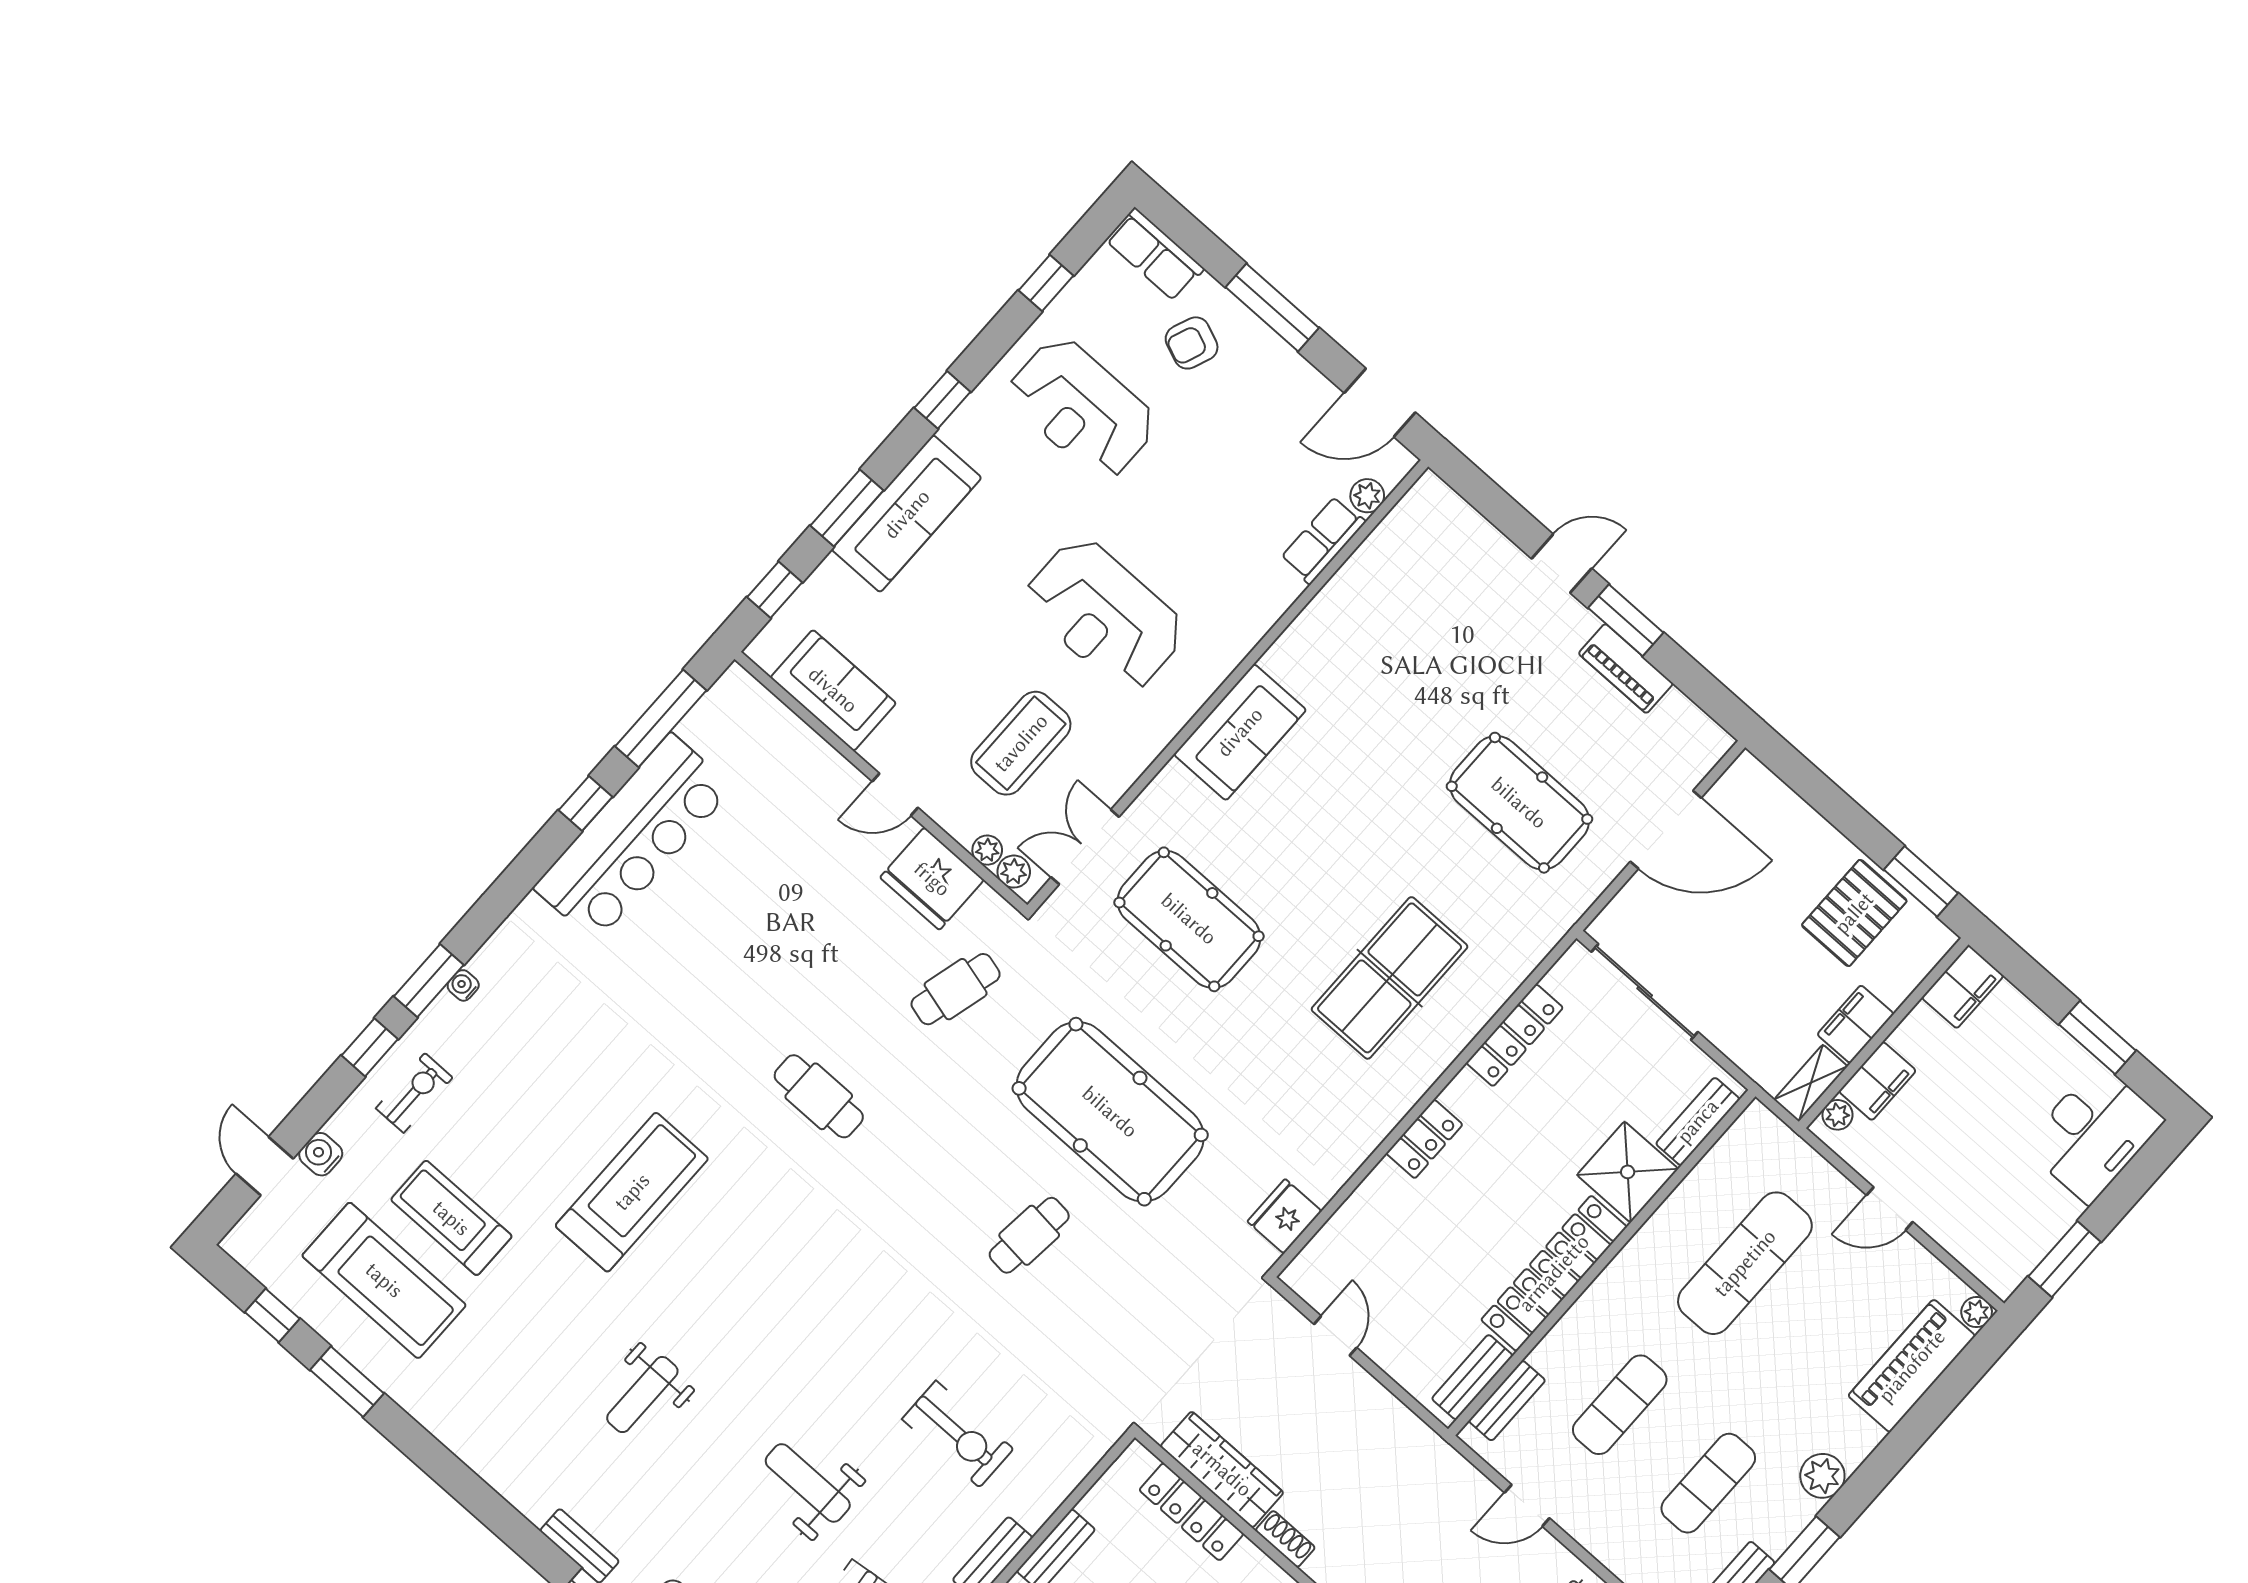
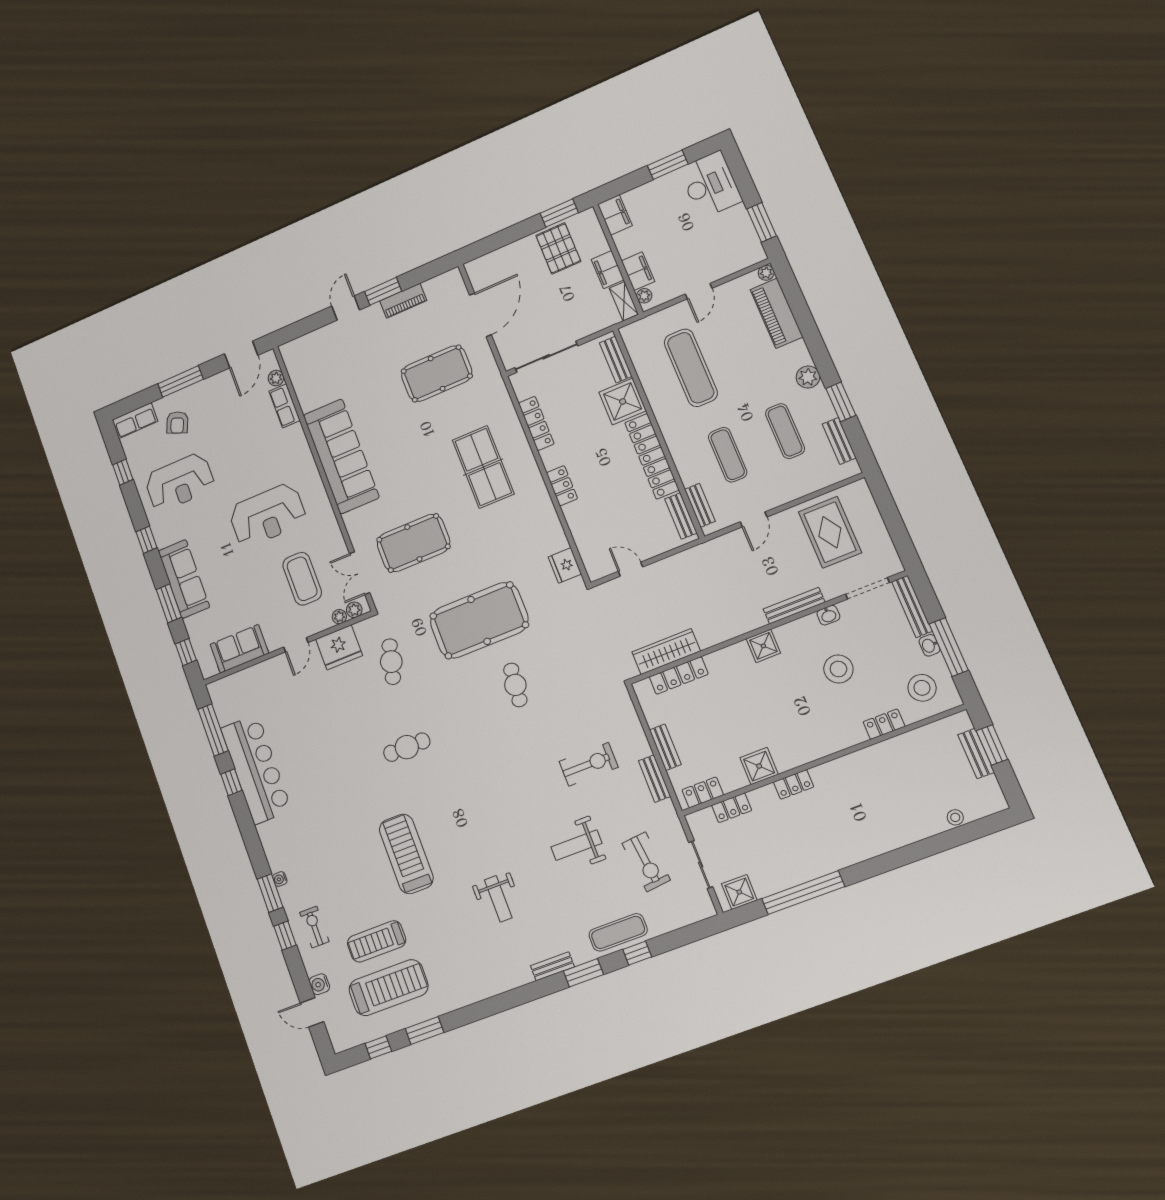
sofa: (1240, 732) -> (341, 456), width x1.85, depth x1.27
shoe rack: (1285, 1539) -> (713, 639), removed

